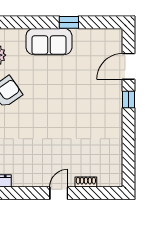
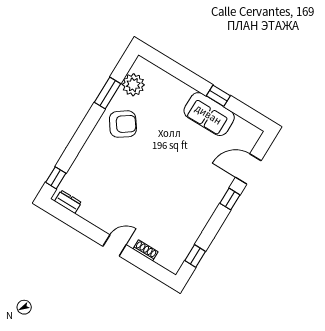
sofa: (49, 42) -> (209, 114), moved
window: (129, 162) -> (195, 256), added

